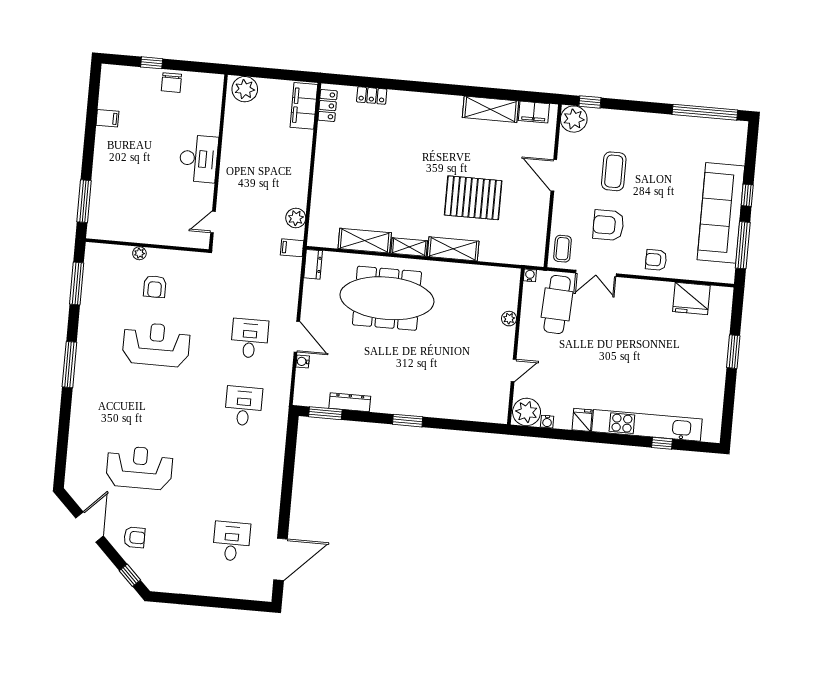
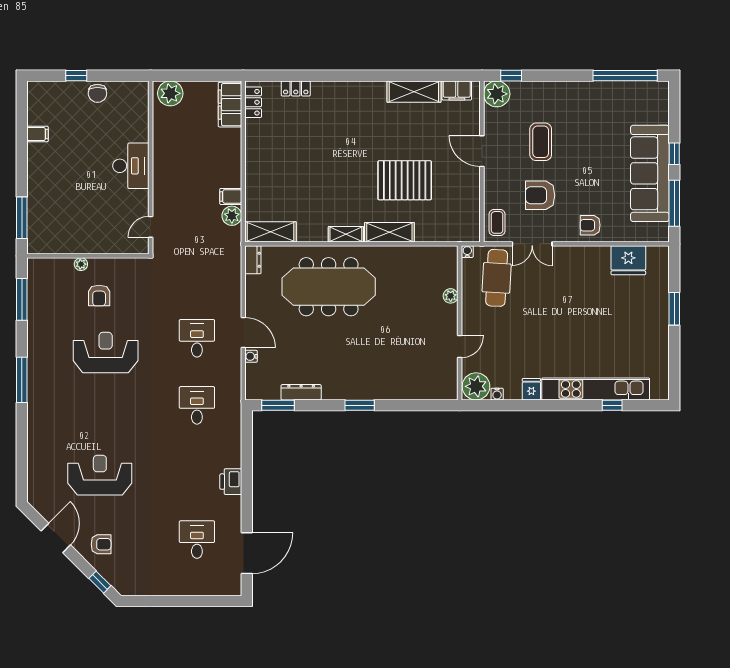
shelving: (365, 241) -> (271, 232), moved
filing cabinet: (292, 248) -> (231, 196), moved
printer: (271, 486) -> (231, 482), added

